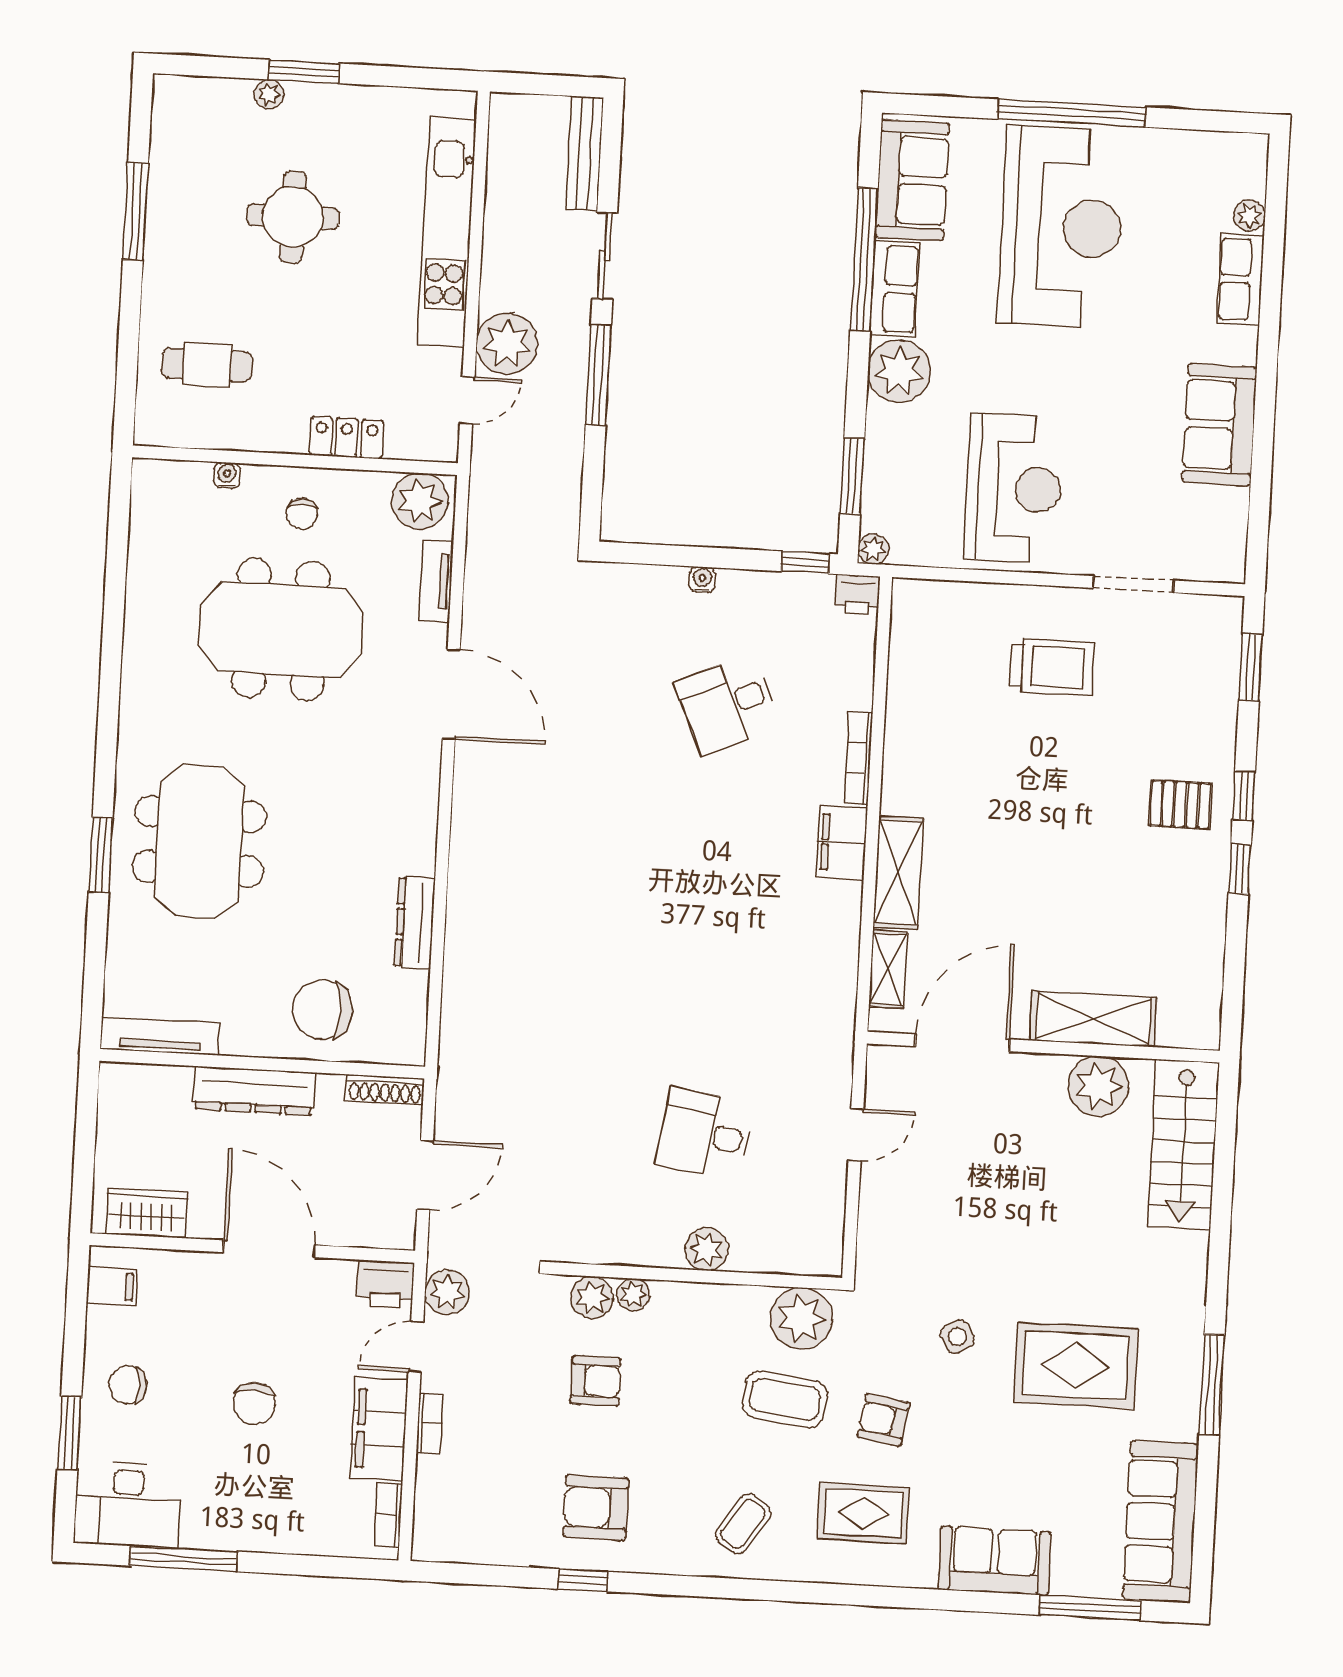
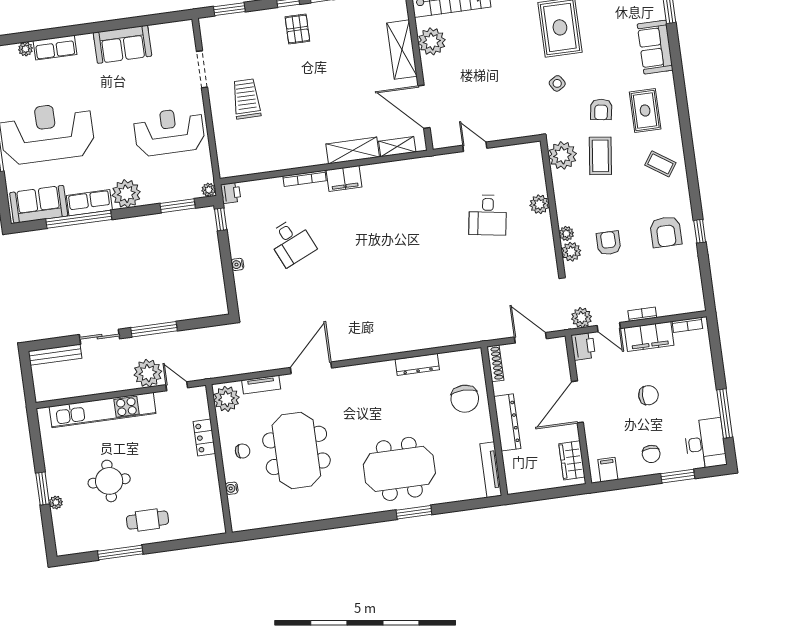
cafe table: (207, 365) -> (147, 520), moved, turned 90

